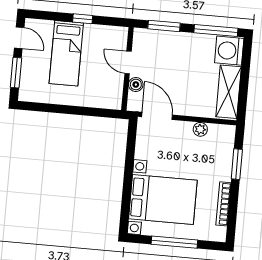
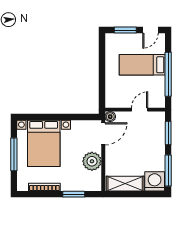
window: (83, 19) -> (168, 74), width x3.17
boiler: (136, 84) -> (110, 117), moved
plant: (200, 129) -> (92, 161), width x1.87, depth x1.87

